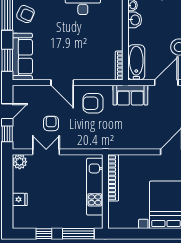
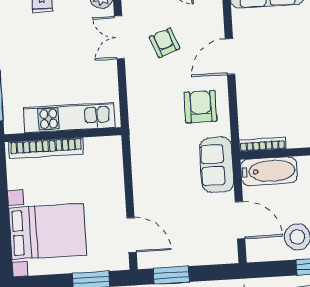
armchair: (51, 123) -> (165, 43), turned -111
double door: (46, 152) -> (119, 37), swing flipped
bookcase: (113, 178) -> (46, 148), moved

